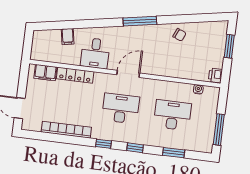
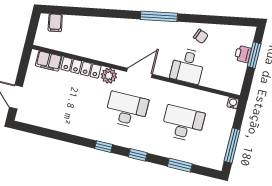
filing cabinet: (68, 36) -> (55, 23), moved
desk: (95, 53) -> (188, 66), moved
printer: (215, 75) -> (243, 54), moved
plant: (101, 80) -> (109, 76), added
water cooler: (198, 89) -> (233, 103), moved
bookcase: (66, 130) -> (65, 126), removed

